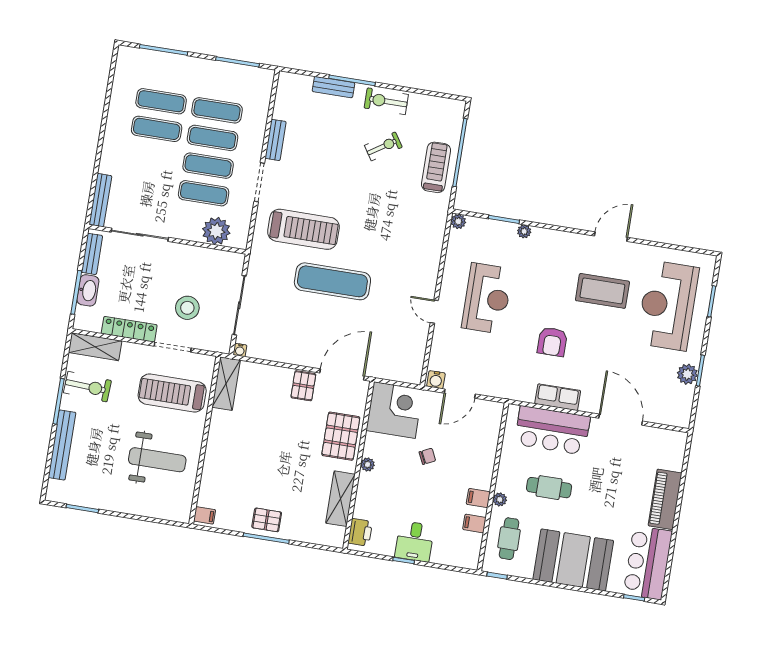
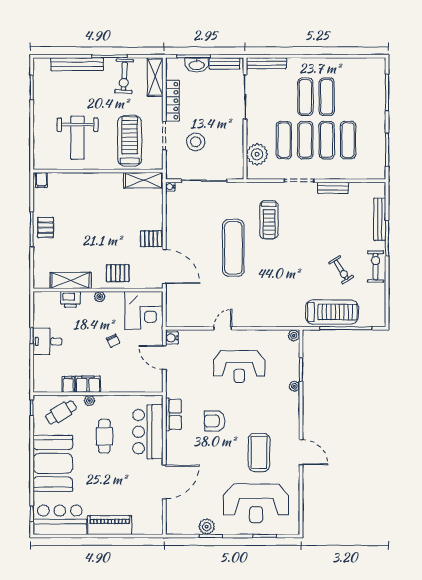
bench: (333, 87) -> (380, 219), width x1.36
exercise mat: (161, 101) -> (305, 97), moved
treadmill: (436, 167) -> (332, 312), width x1.37, depth x1.38
treadmill: (303, 229) -> (269, 220), width x0.73, depth x0.73
reception desk: (668, 305) -> (256, 503), turned 180
row of seats: (558, 397) -> (174, 414), moved
pallet: (341, 436) -> (118, 273), width x0.67, depth x0.71
filing cabinet: (478, 498) -> (88, 384), width x2.00
printer: (360, 532) -> (70, 299), moved
cafe table: (509, 539) -> (61, 412), turned -31

